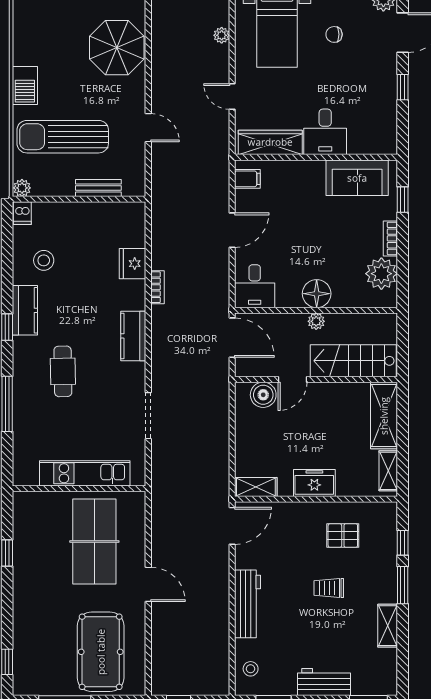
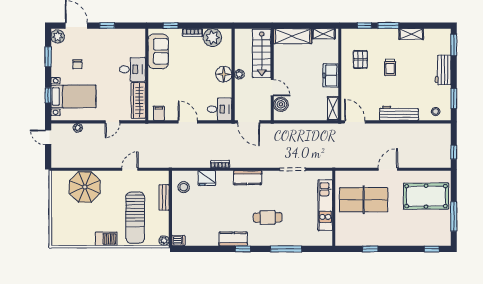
stool: (44, 260) -> (184, 187), moved
door: (232, 338) -> (249, 122), swing flipped

